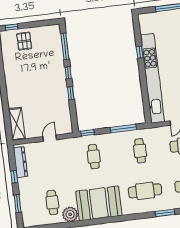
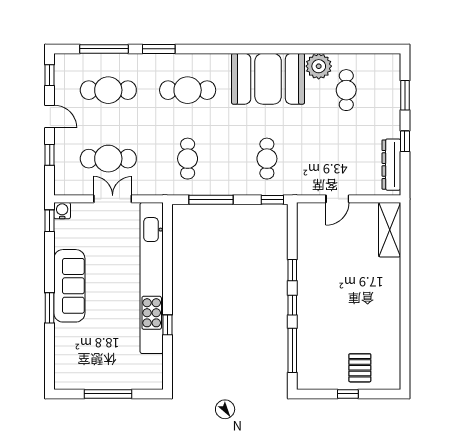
window: (12, 27) -> (348, 394), moved

